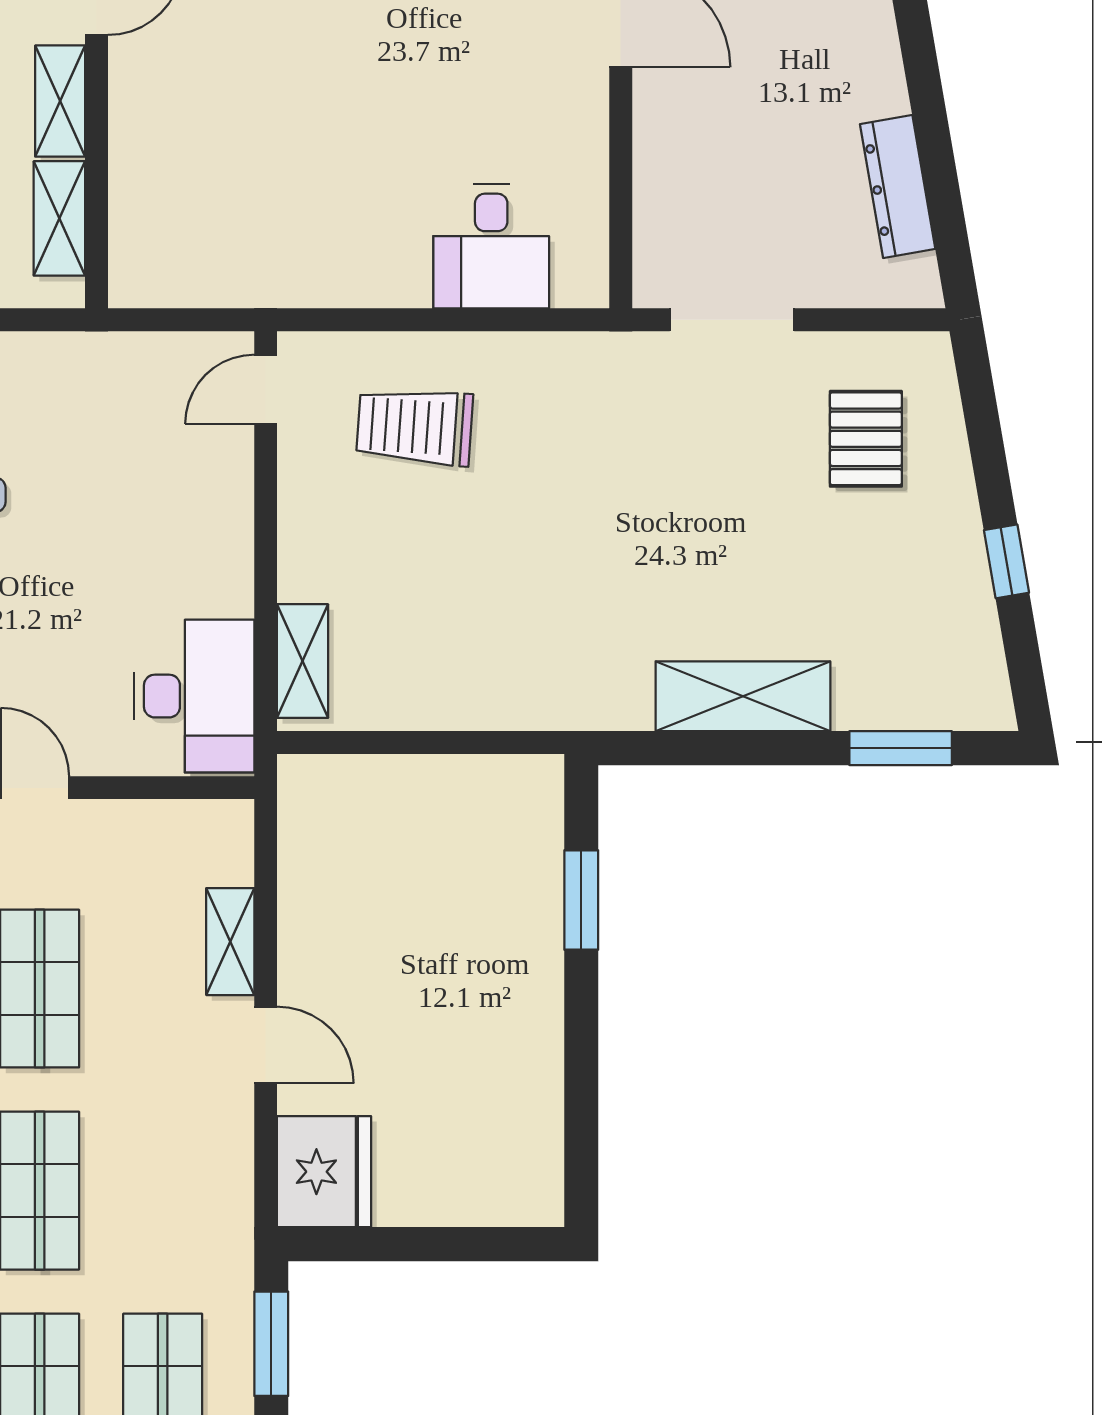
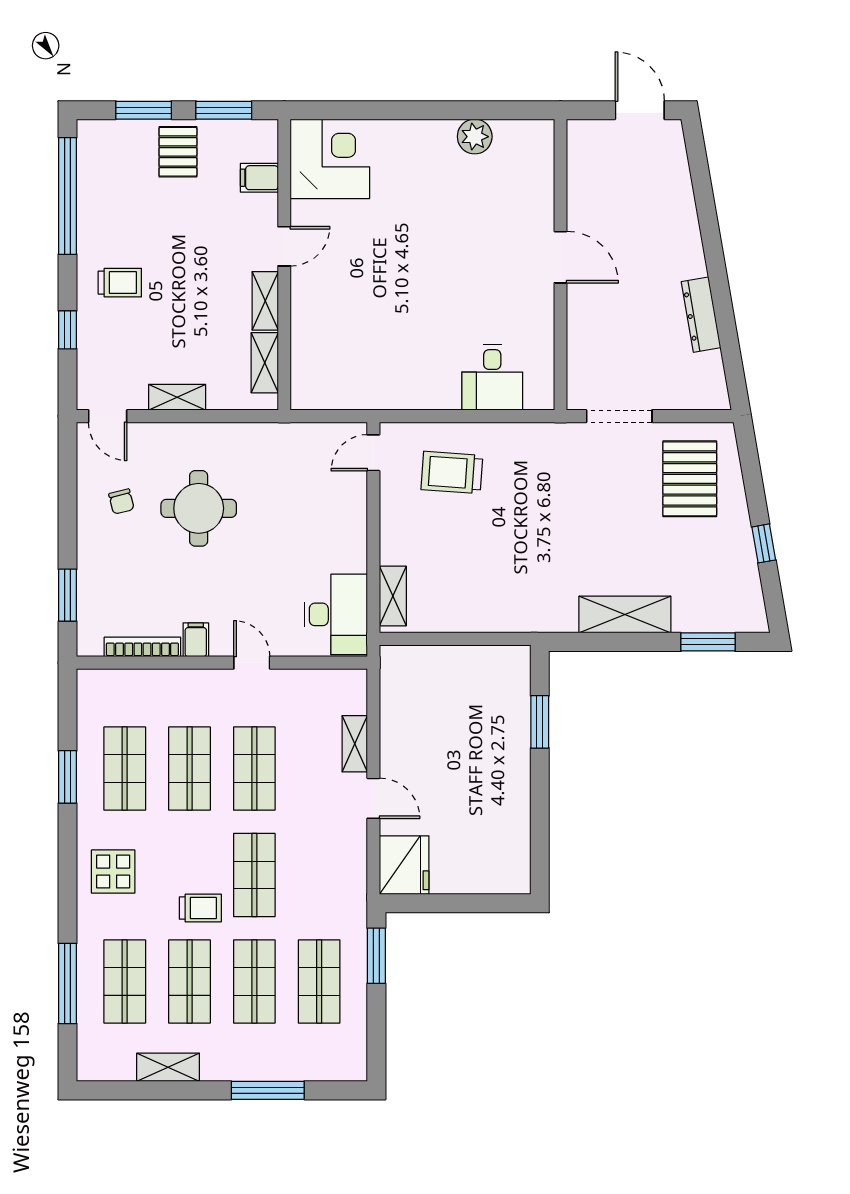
dresser: (898, 187) -> (701, 315), moved
pallet: (866, 439) -> (690, 479), width x1.50, depth x1.42

